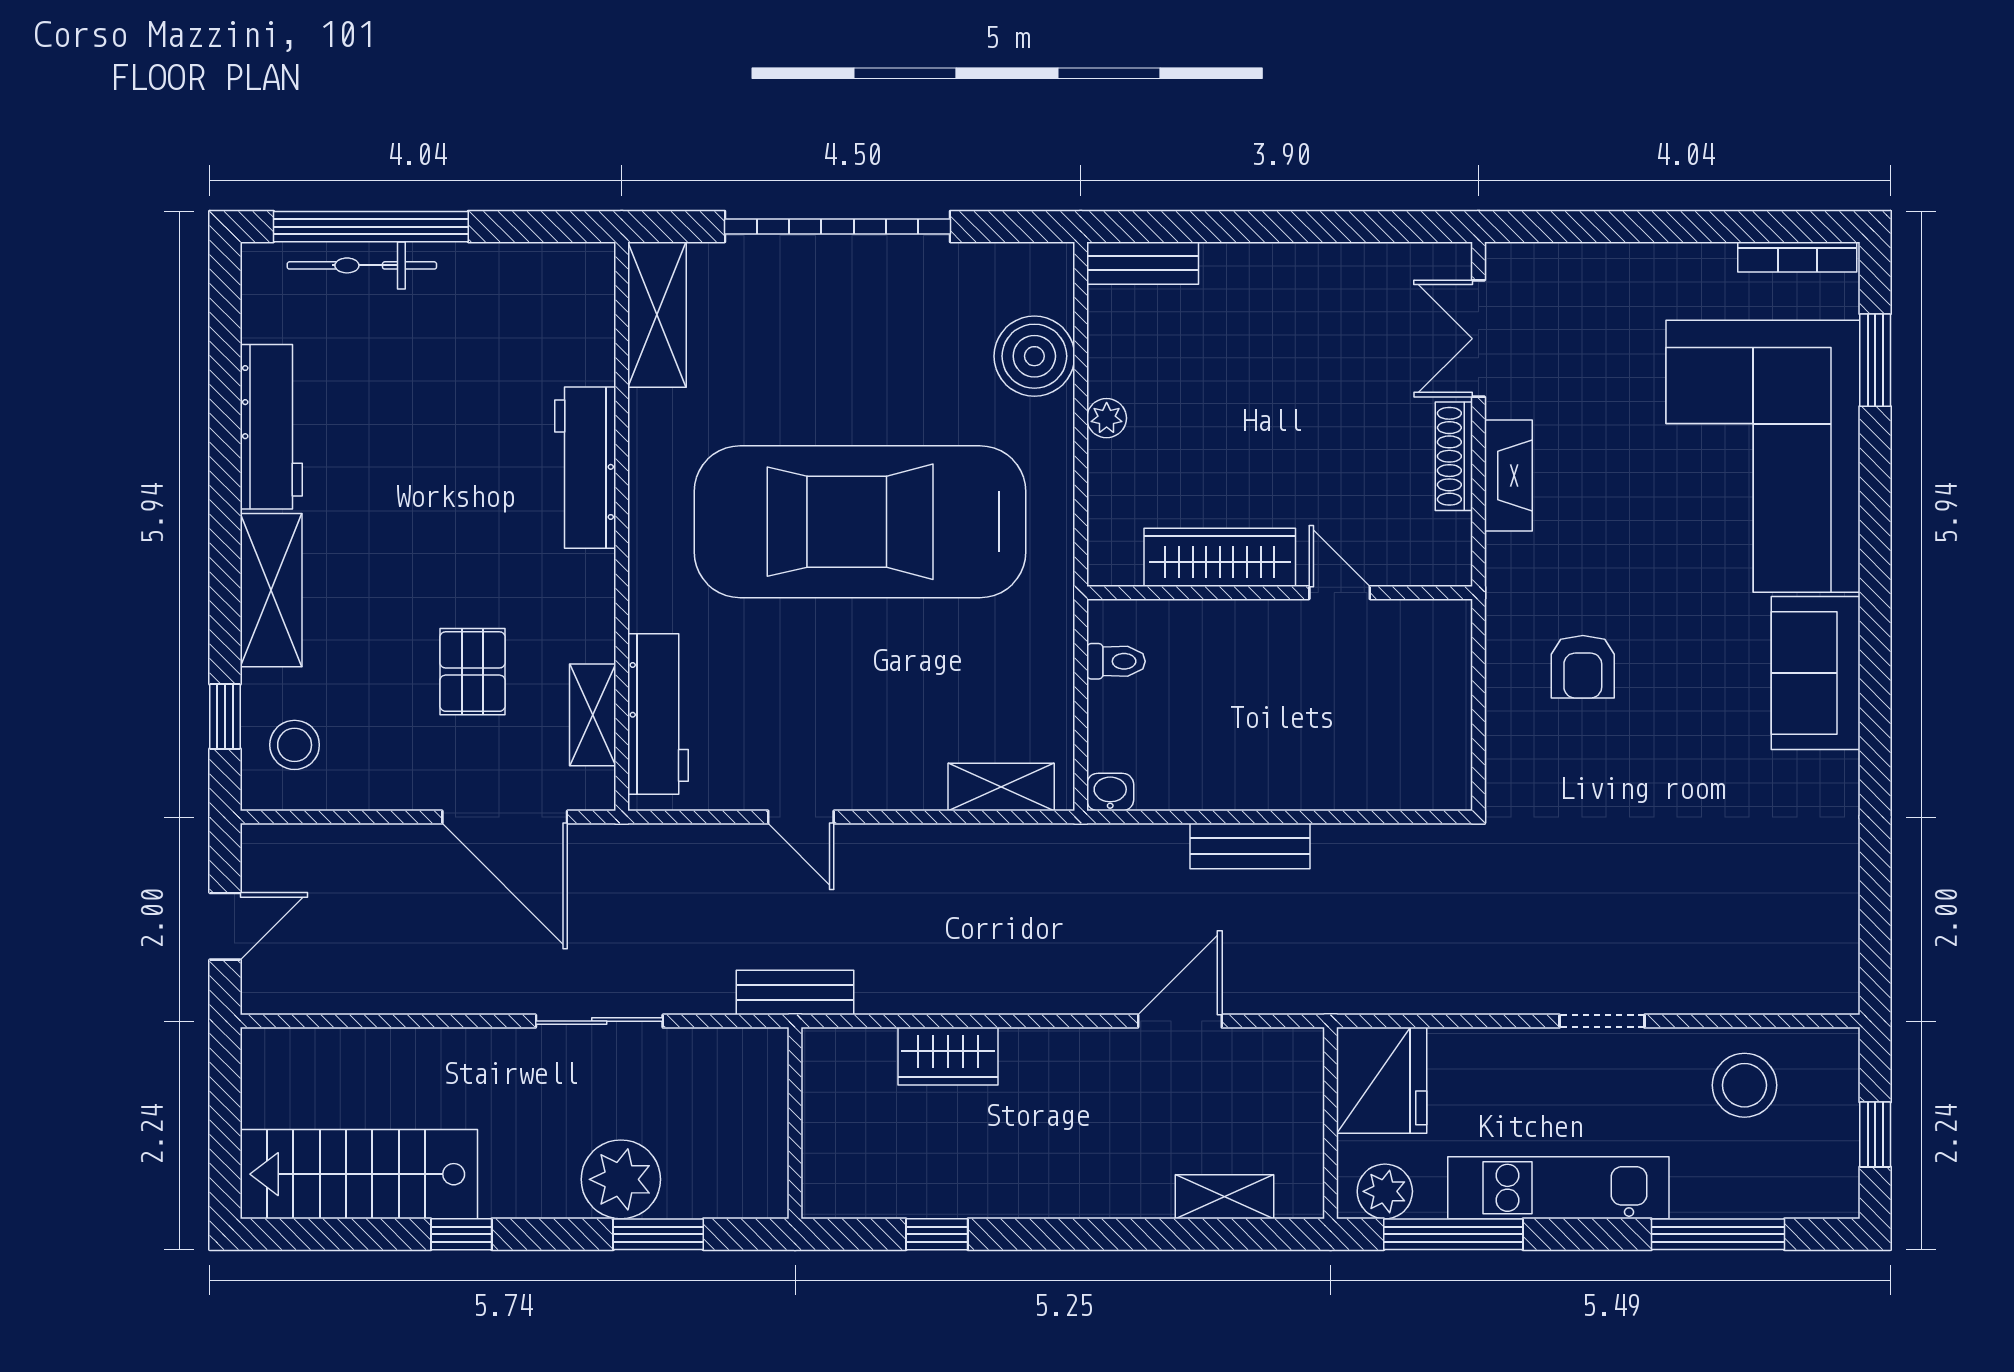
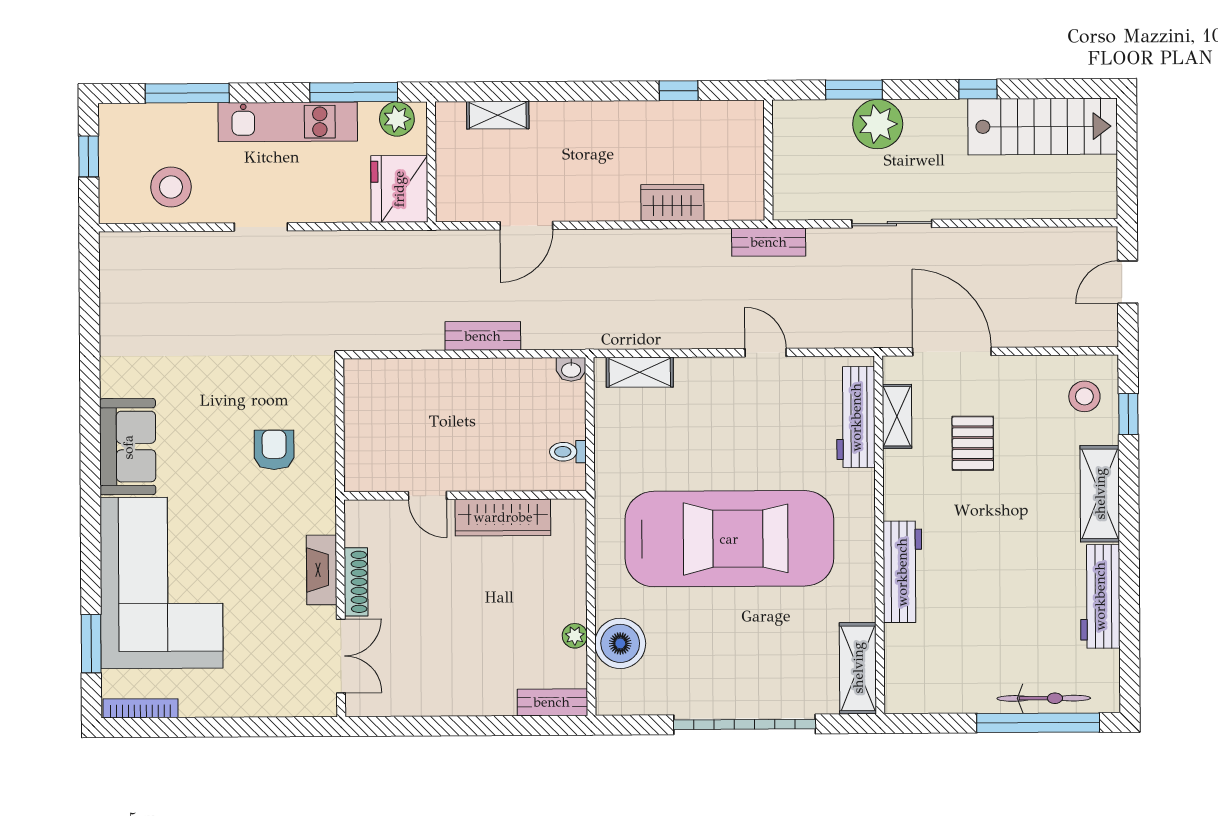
plant: (1107, 418) -> (575, 636), moved

